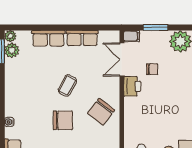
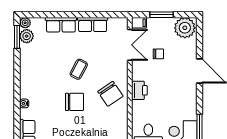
double door: (122, 60) -> (130, 45), swing flipped
printer: (132, 86) -> (139, 90), moved
chair: (101, 112) -> (110, 94), turned -72

